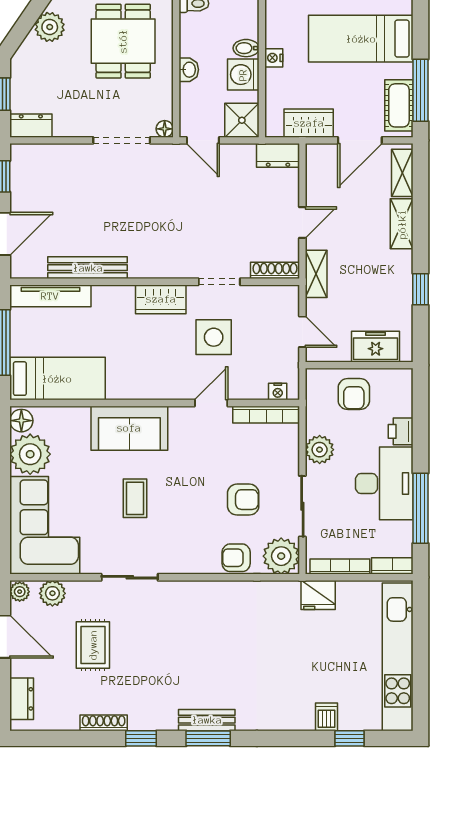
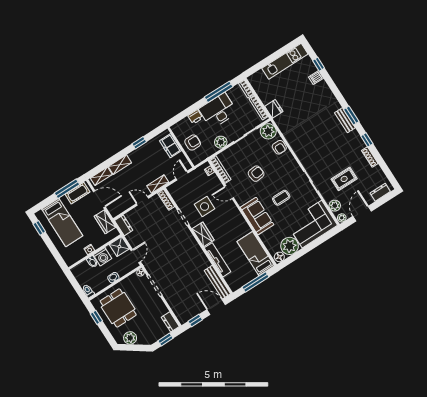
dining table: (123, 41) -> (118, 308), turned 90
bench: (88, 268) -> (217, 282), moved
tv unit: (50, 296) -> (217, 260), moved
armchair: (243, 500) -> (256, 174), moved, turned 83
kitchen unit: (398, 657) -> (285, 61), width x0.73

